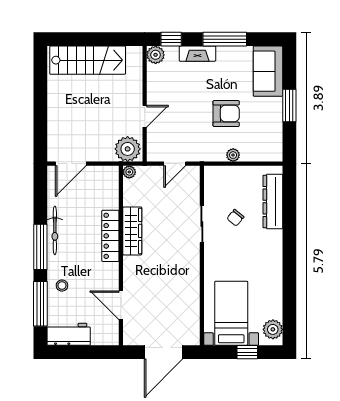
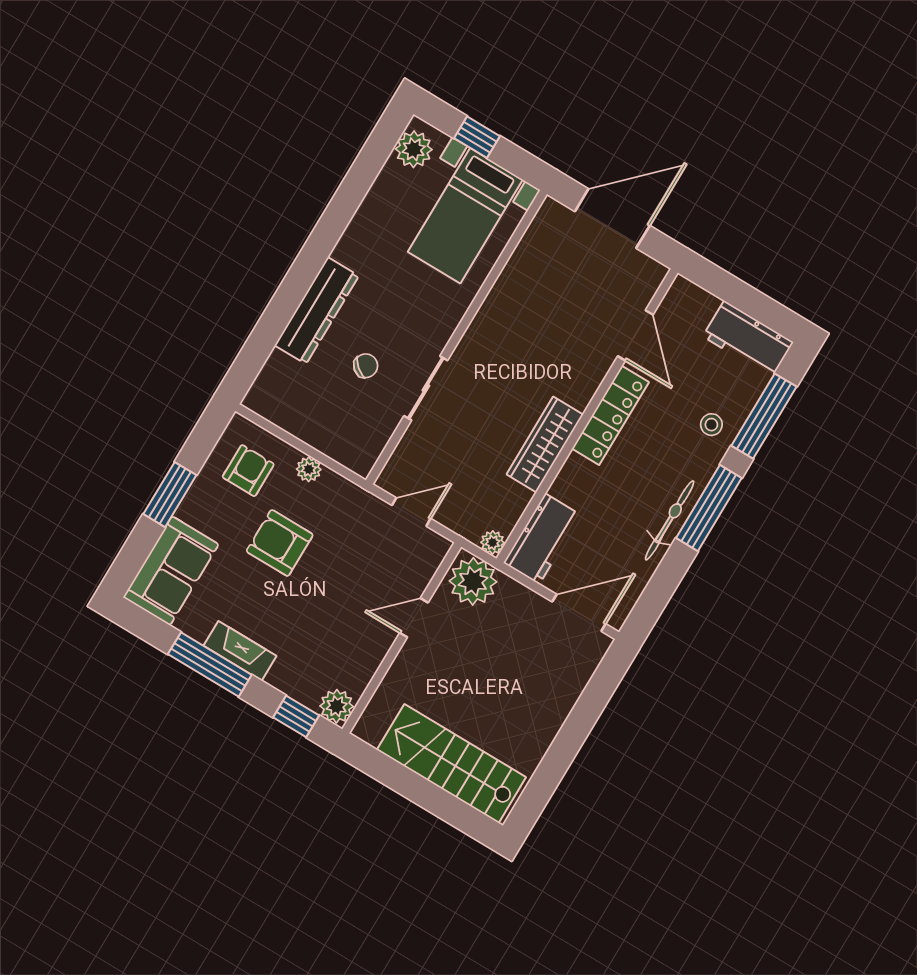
fireplace: (197, 54) -> (240, 651), moved
armchair: (260, 138) -> (248, 471), added
workbench: (108, 187) -> (542, 539), added
dresser: (273, 202) -> (317, 311), moved
locker: (110, 236) -> (610, 415), moved

